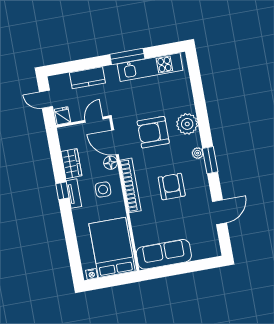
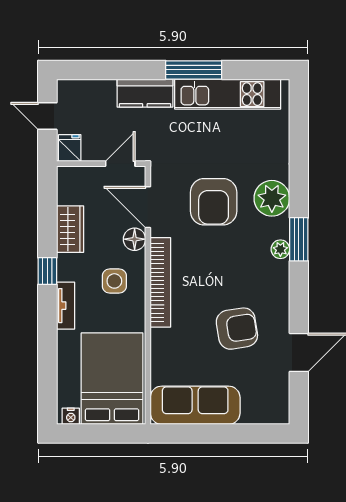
kitchen counter: (87, 78) -> (145, 93), moved
armchair: (153, 132) -> (214, 202), turned -90
window: (210, 160) -> (299, 239), moved
armchair: (172, 187) -> (237, 329), moved, turned 81
tv unit: (74, 194) -> (66, 306), moved

